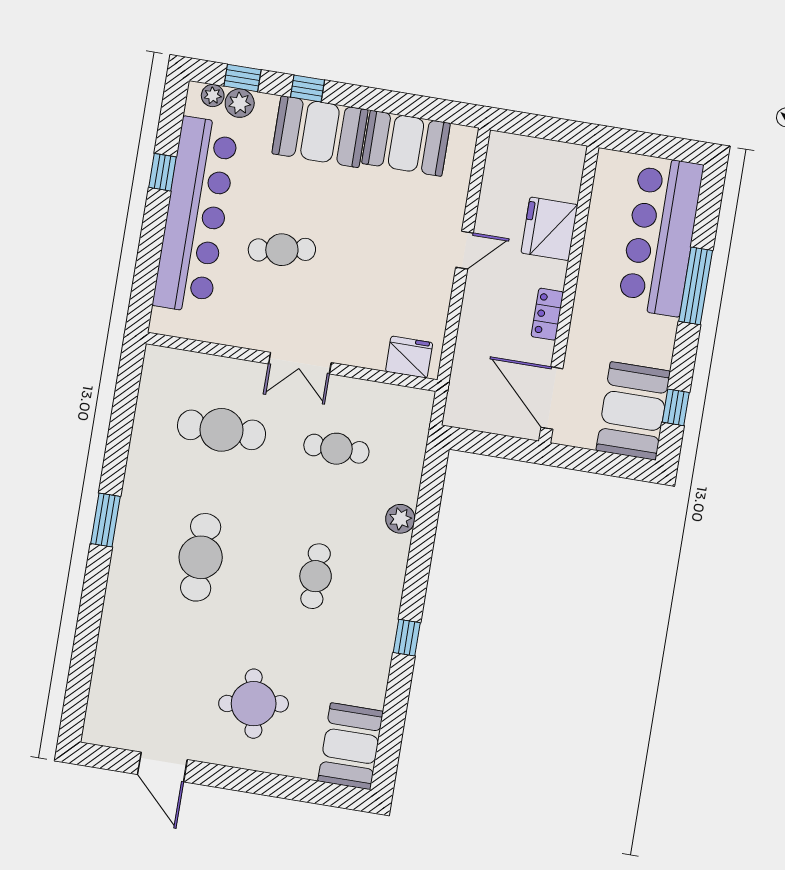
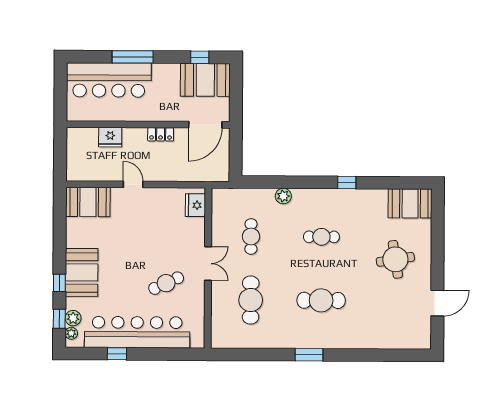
booth: (406, 143) -> (88, 202), moved, turned 90
fridge: (549, 229) -> (110, 137), width x0.73, depth x0.75
cafe table: (282, 250) -> (166, 283), moved, turned 75

